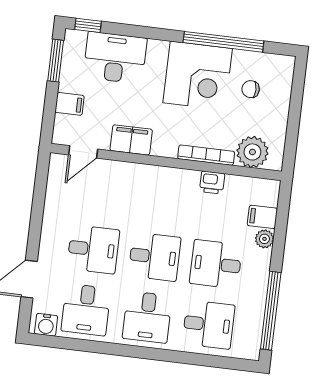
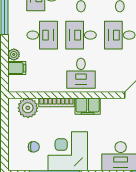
filing cabinet: (131, 140) -> (88, 106), moved
printer: (212, 183) -> (51, 86), removed
desk: (162, 196) -> (81, 73), added

